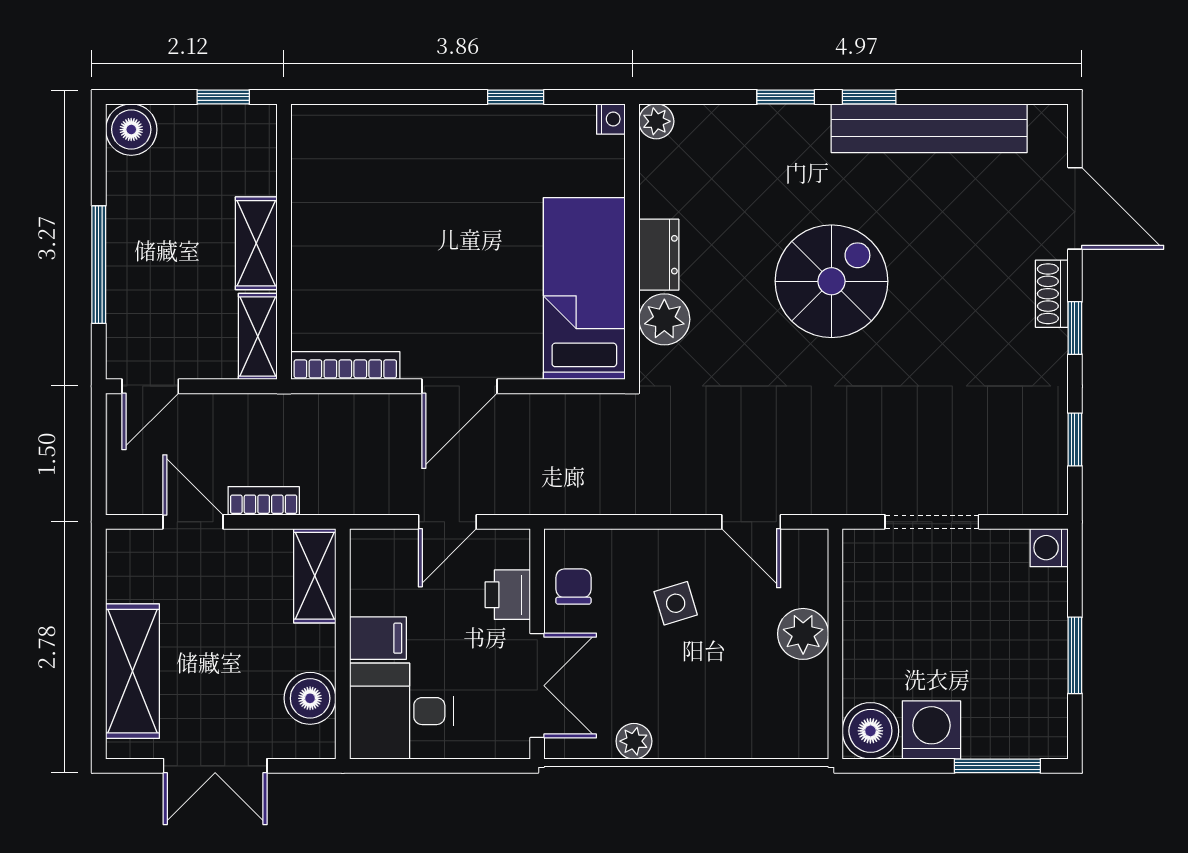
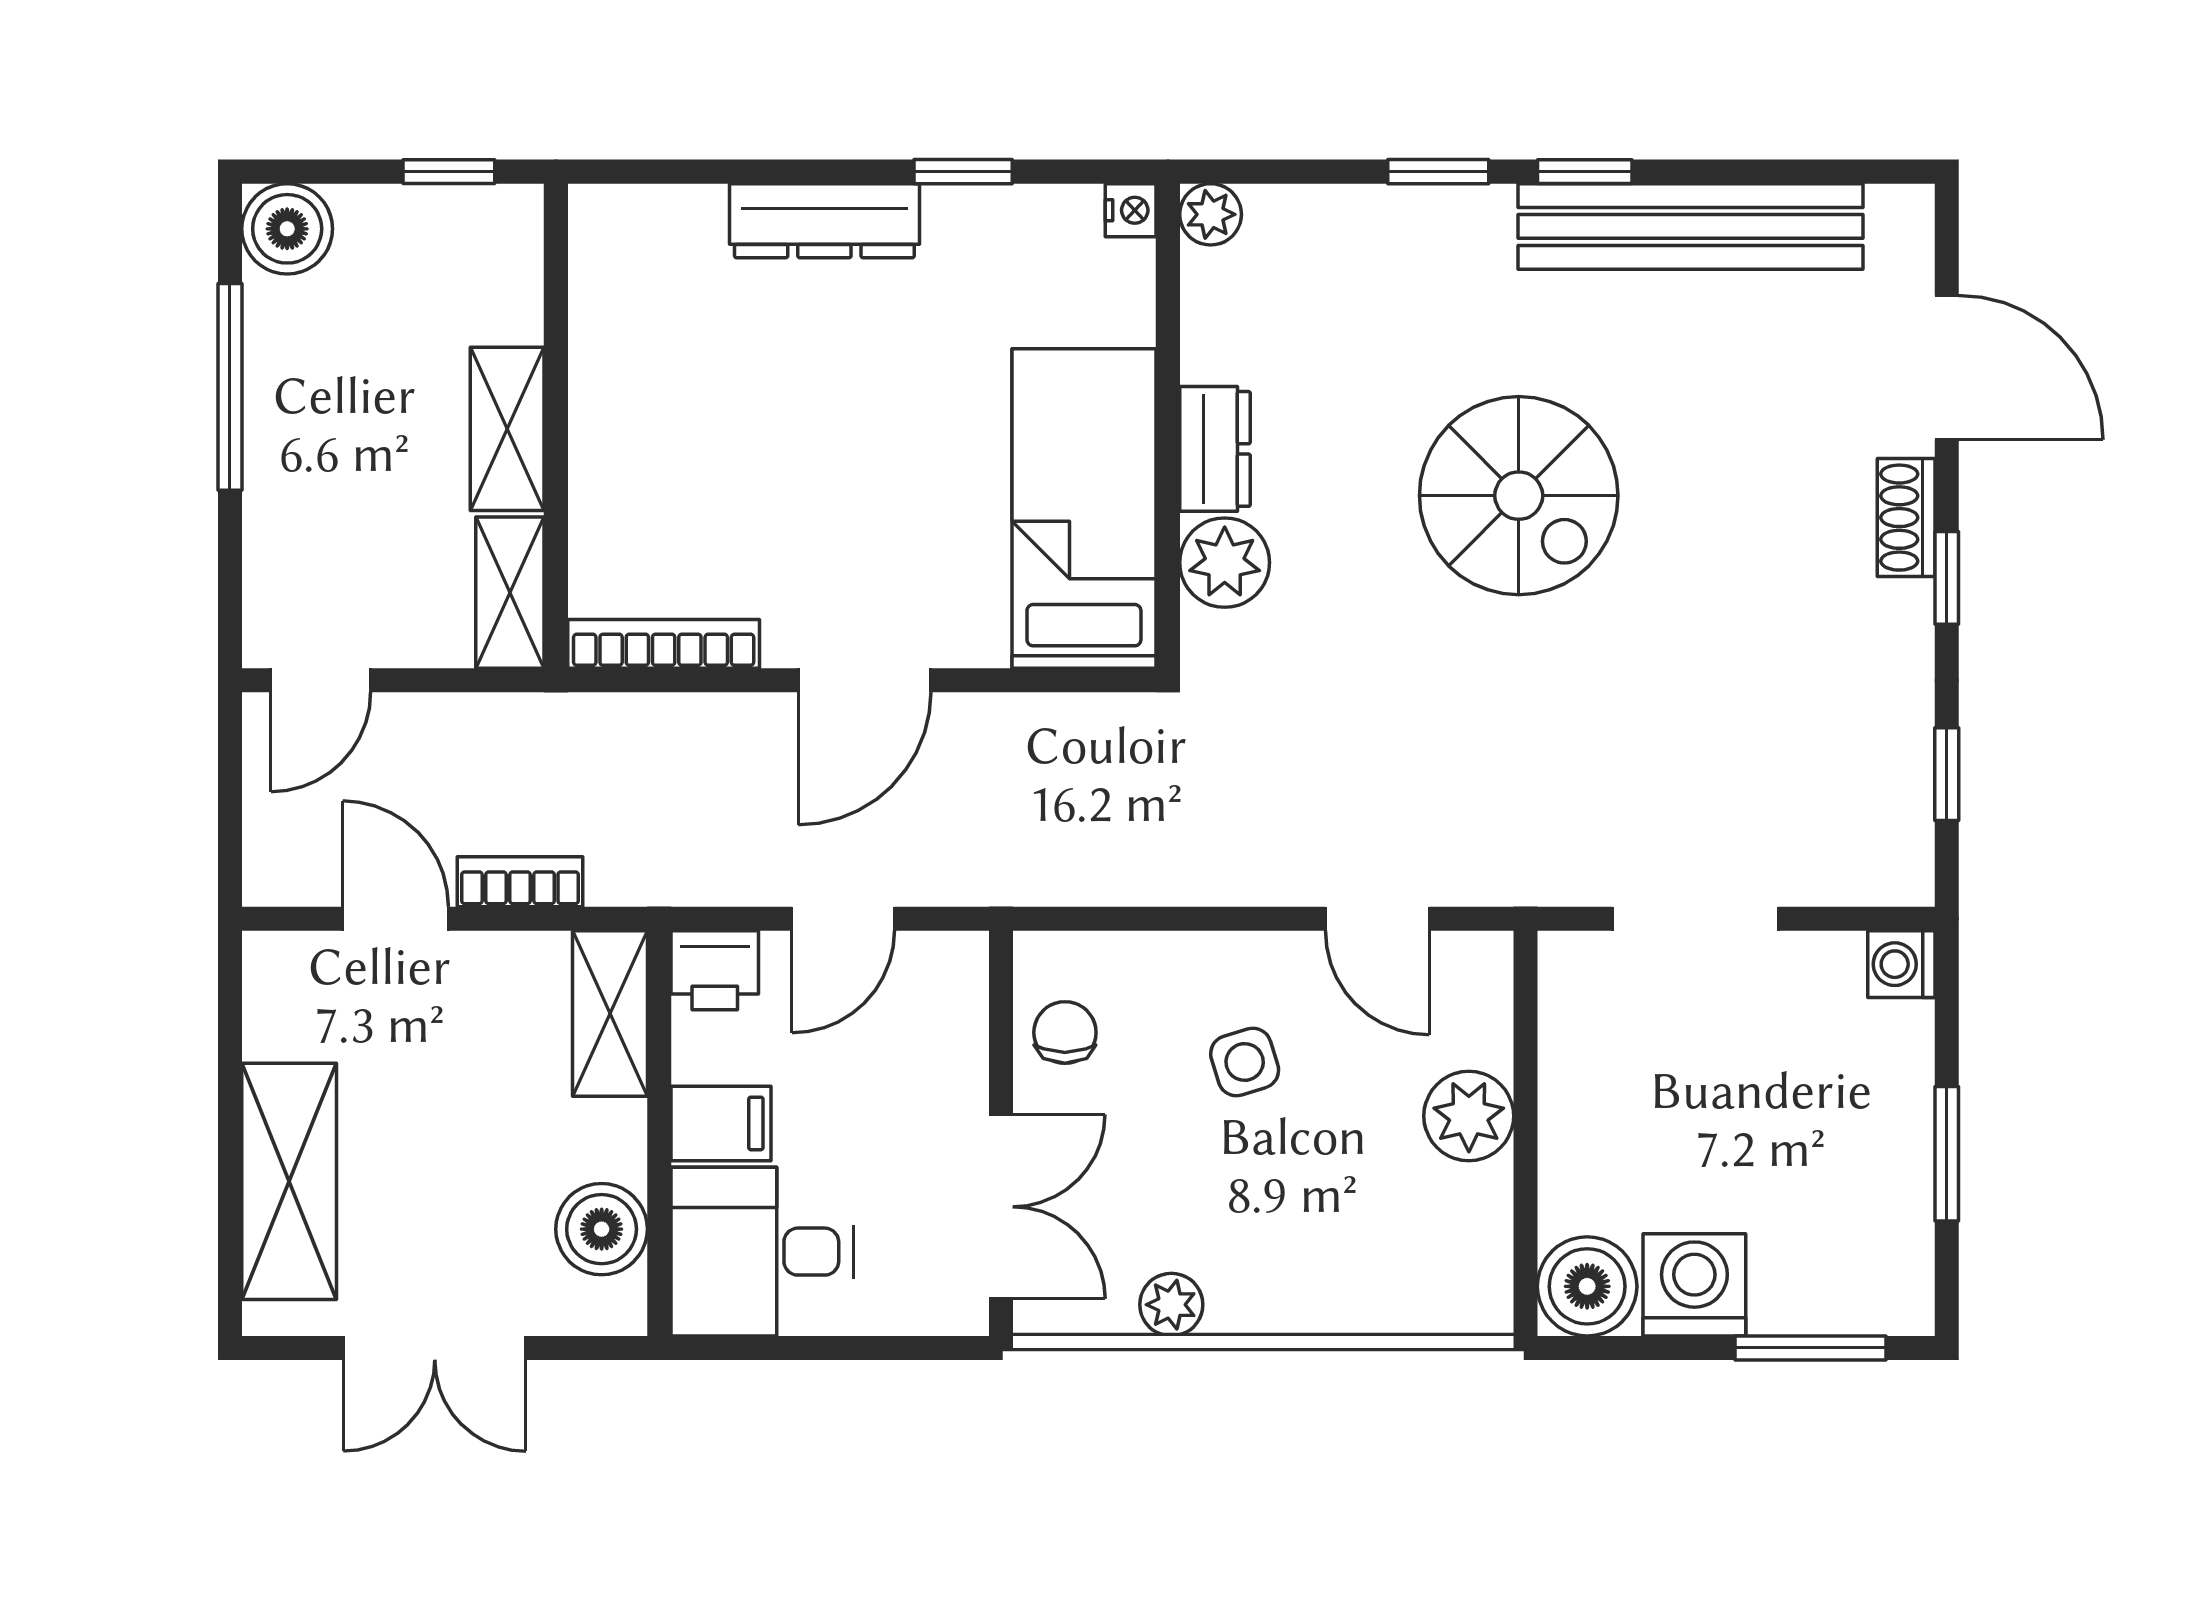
dresser: (437, 125) -> (824, 221), added
window: (99, 265) -> (230, 387), moved
spiral stairs: (832, 281) -> (1519, 496), turned 90
printer: (508, 595) -> (715, 970), moved, turned -90

